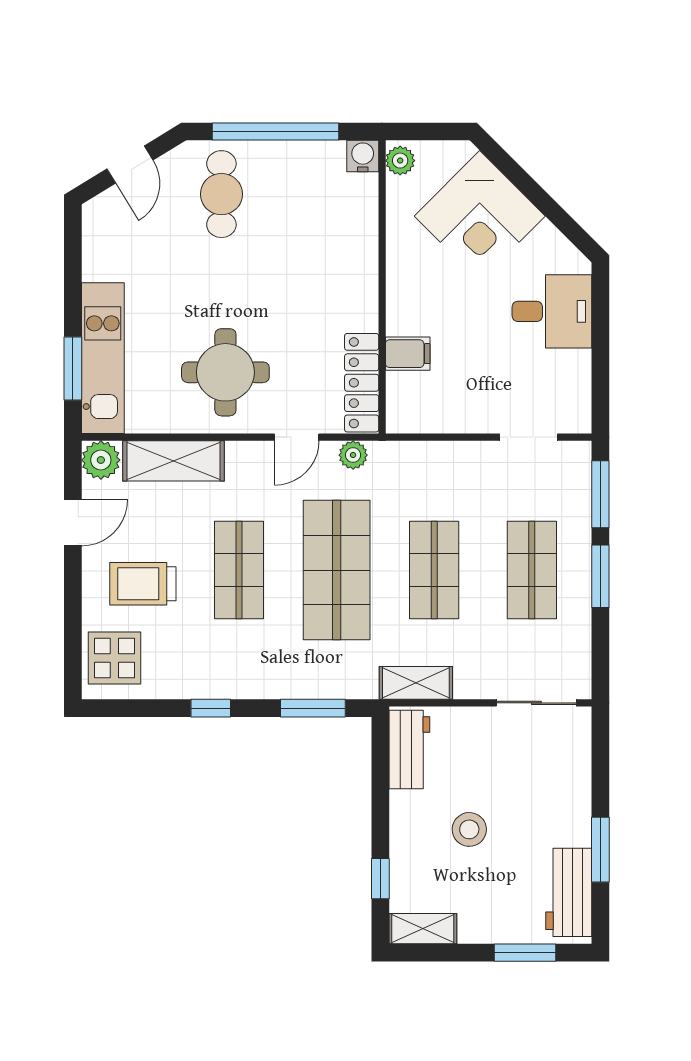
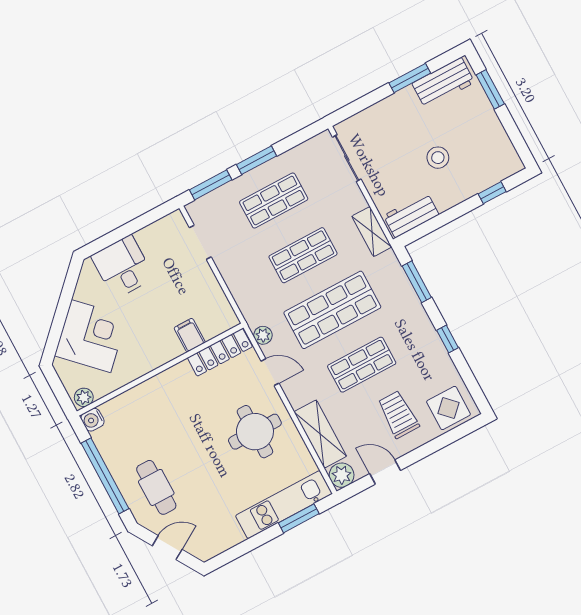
cafe table: (221, 194) -> (156, 487), turned 90
trolley: (143, 584) -> (398, 414), turned 180
shelving: (423, 929) -> (507, 154), removed

